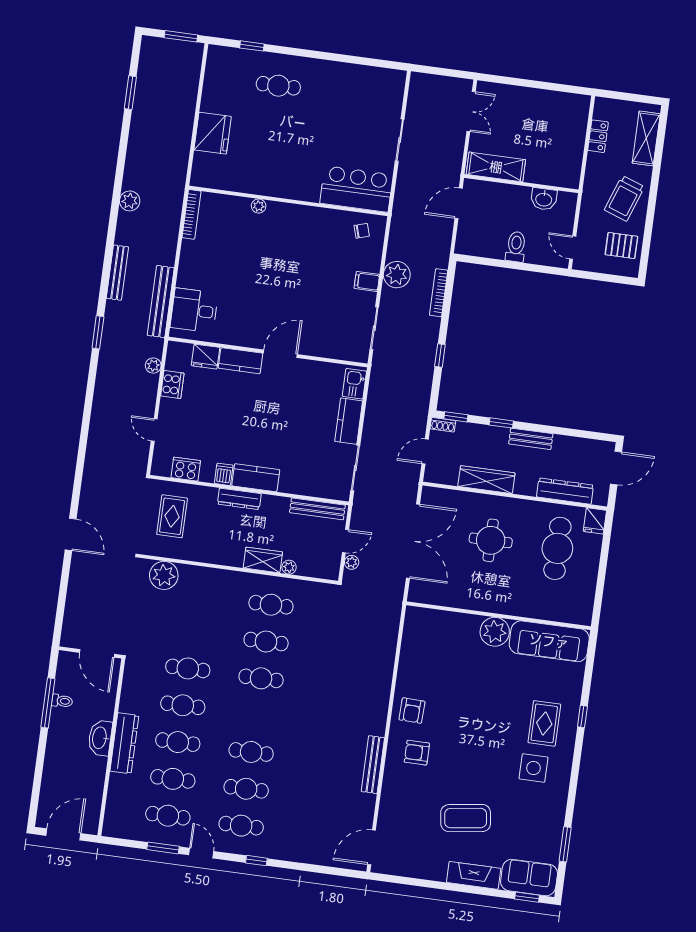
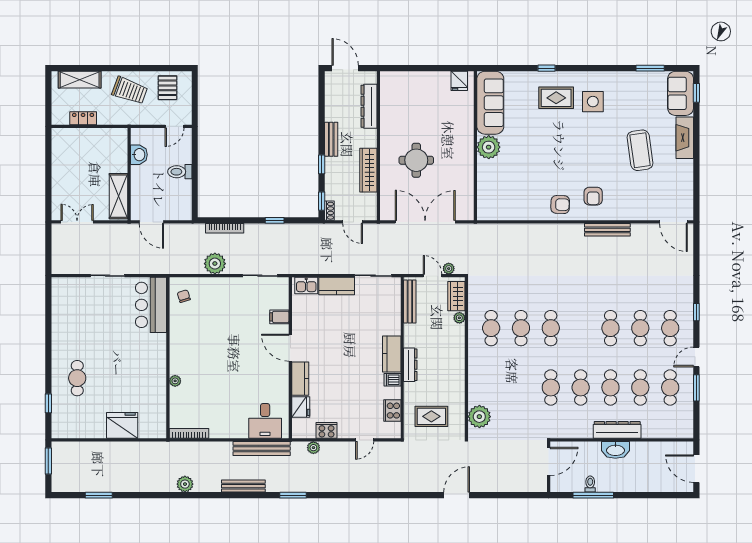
filing cabinet: (367, 281) -> (279, 317), moved, turned 90
fridge: (595, 521) -> (459, 81), moved, turned 90
cafe table: (557, 548) -> (415, 106), removed
wardrobe: (263, 560) -> (456, 296), moved

